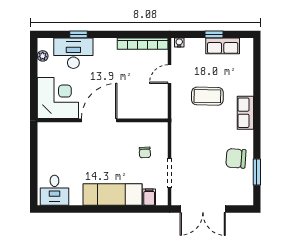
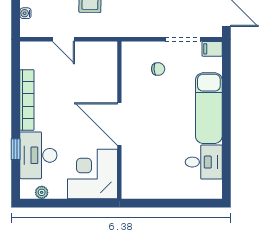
water cooler: (179, 43) -> (25, 13), moved
bookcase: (143, 44) -> (27, 100), moved
desk: (54, 190) -> (204, 162), moved
filing cabinet: (149, 197) -> (212, 49), moved

